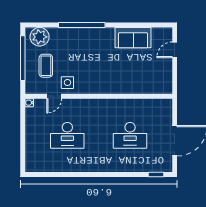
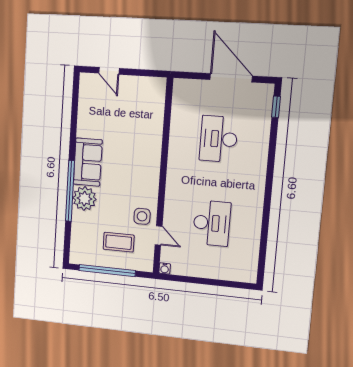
plant: (40, 37) -> (84, 199), moved
sofa: (133, 38) -> (88, 162), moved
desk: (130, 135) -> (219, 139), turned 180

